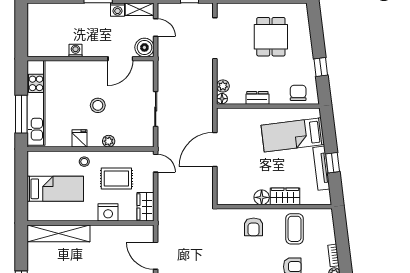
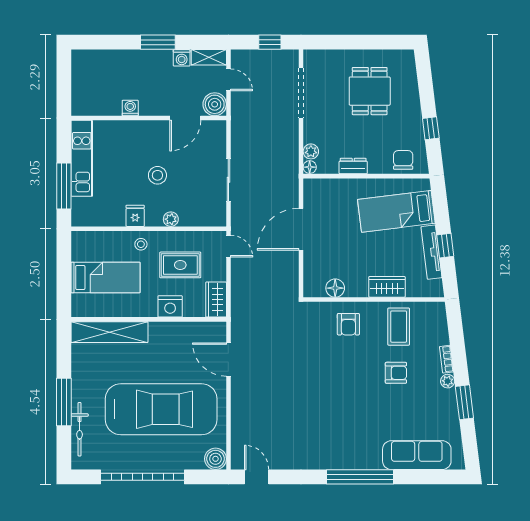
kitchen unit: (36, 103) -> (82, 158), width x0.73
floor lamp: (262, 197) -> (335, 288), moved

